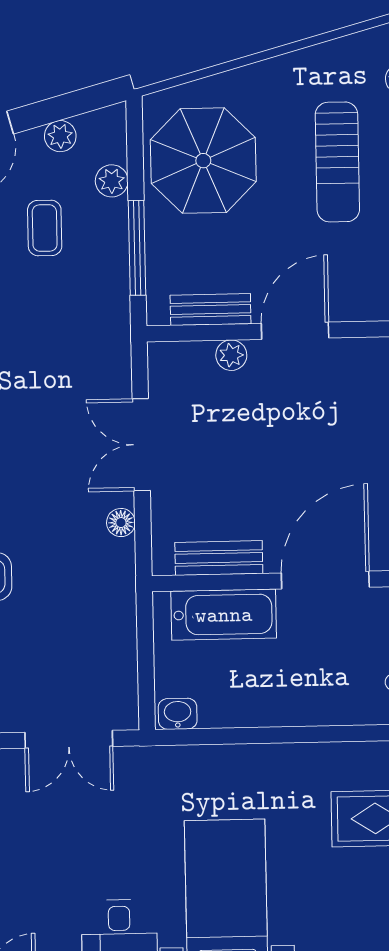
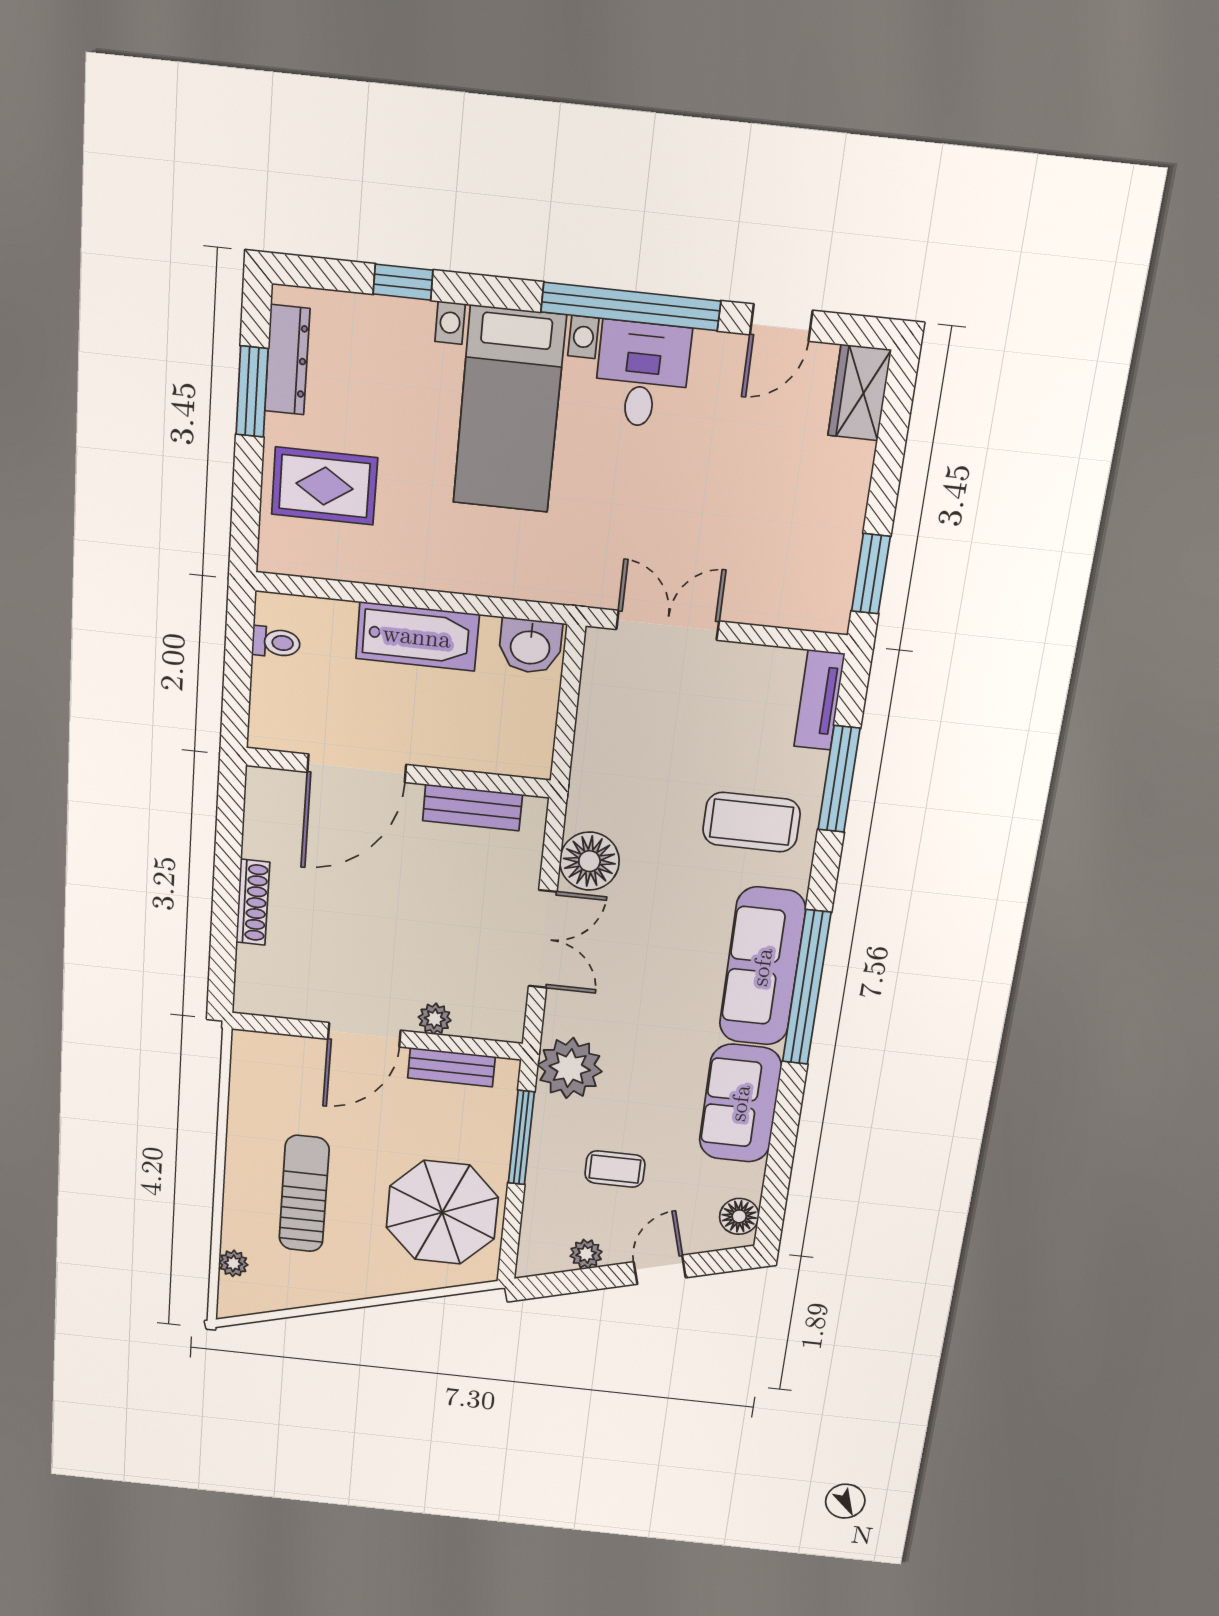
plant: (112, 181) -> (570, 1068), moved, width x1.87, depth x1.87
coffee table: (45, 228) -> (615, 1169), turned 90
floor lamp: (121, 523) -> (589, 861), width x1.89, depth x1.89
bathtub: (224, 615) -> (417, 636), moved, turned 180
washbasin: (178, 714) -> (530, 646), width x1.38, depth x1.45

